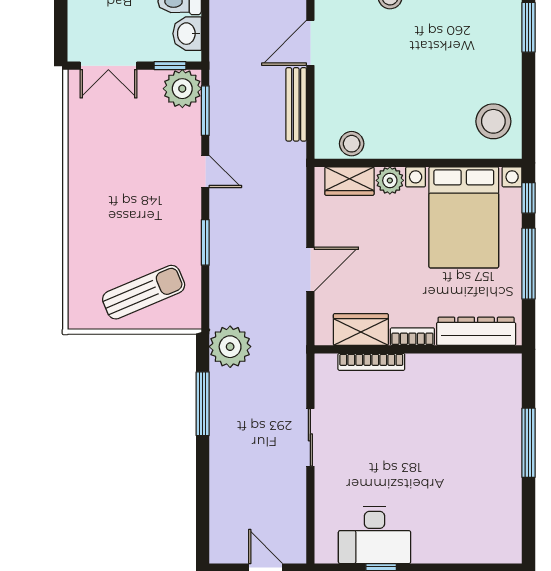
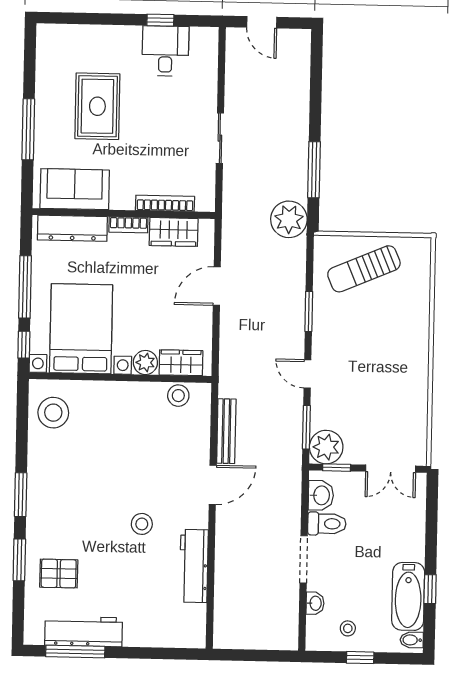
double door: (108, 66) -> (391, 469), swing flipped
sofa: (474, 376) -> (75, 189), added
rug: (450, 471) -> (97, 106), added
desk: (375, 535) -> (165, 51), width x0.73

